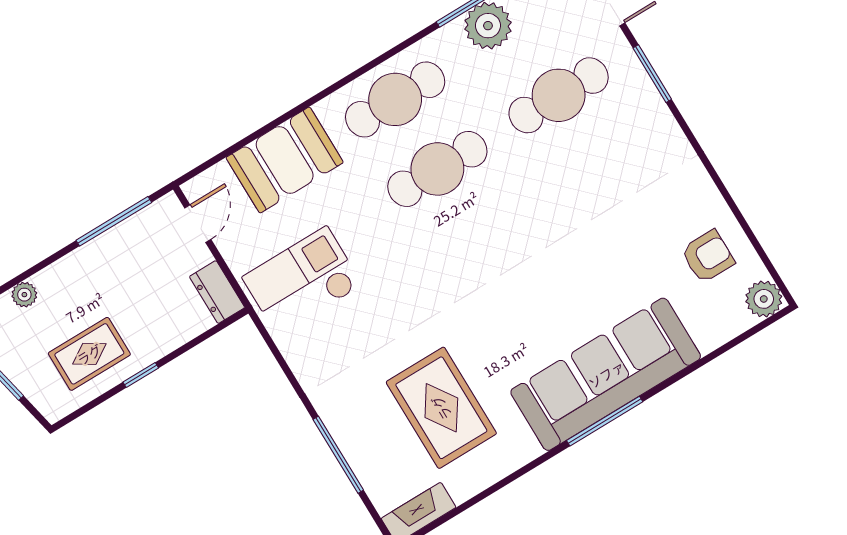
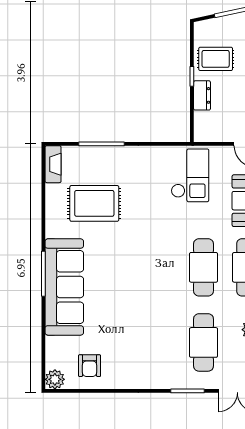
dresser: (217, 292) -> (202, 95), moved, turned 90
rug: (89, 354) -> (216, 59), turned 90

